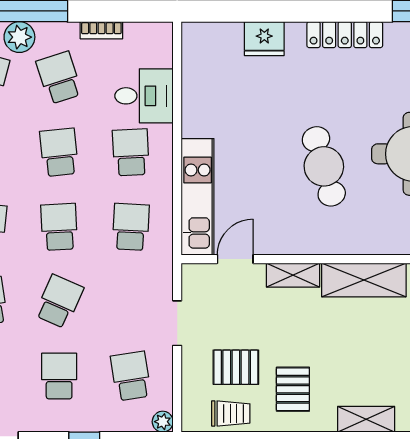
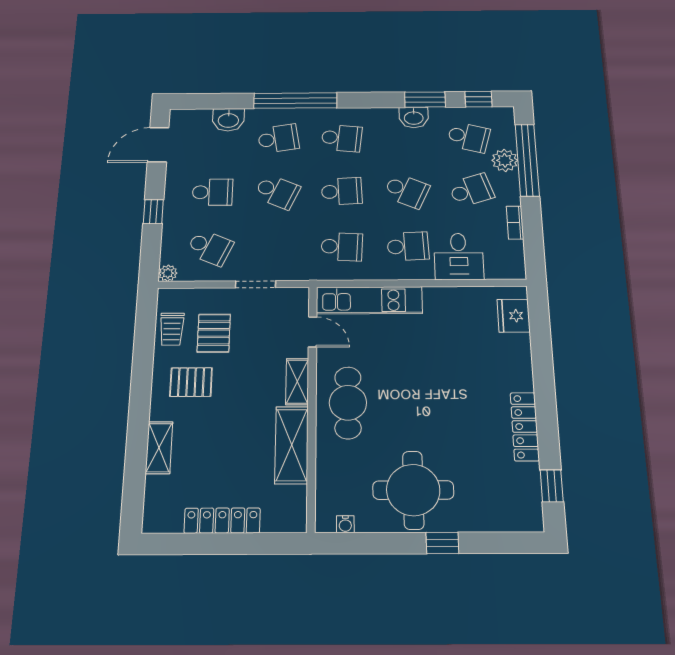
fridge: (264, 39) -> (514, 316), moved
school desk: (59, 152) -> (406, 191), turned 30
cafe table: (324, 166) -> (348, 403), moved, turned -74
school desk: (131, 376) -> (210, 248), turned 33

